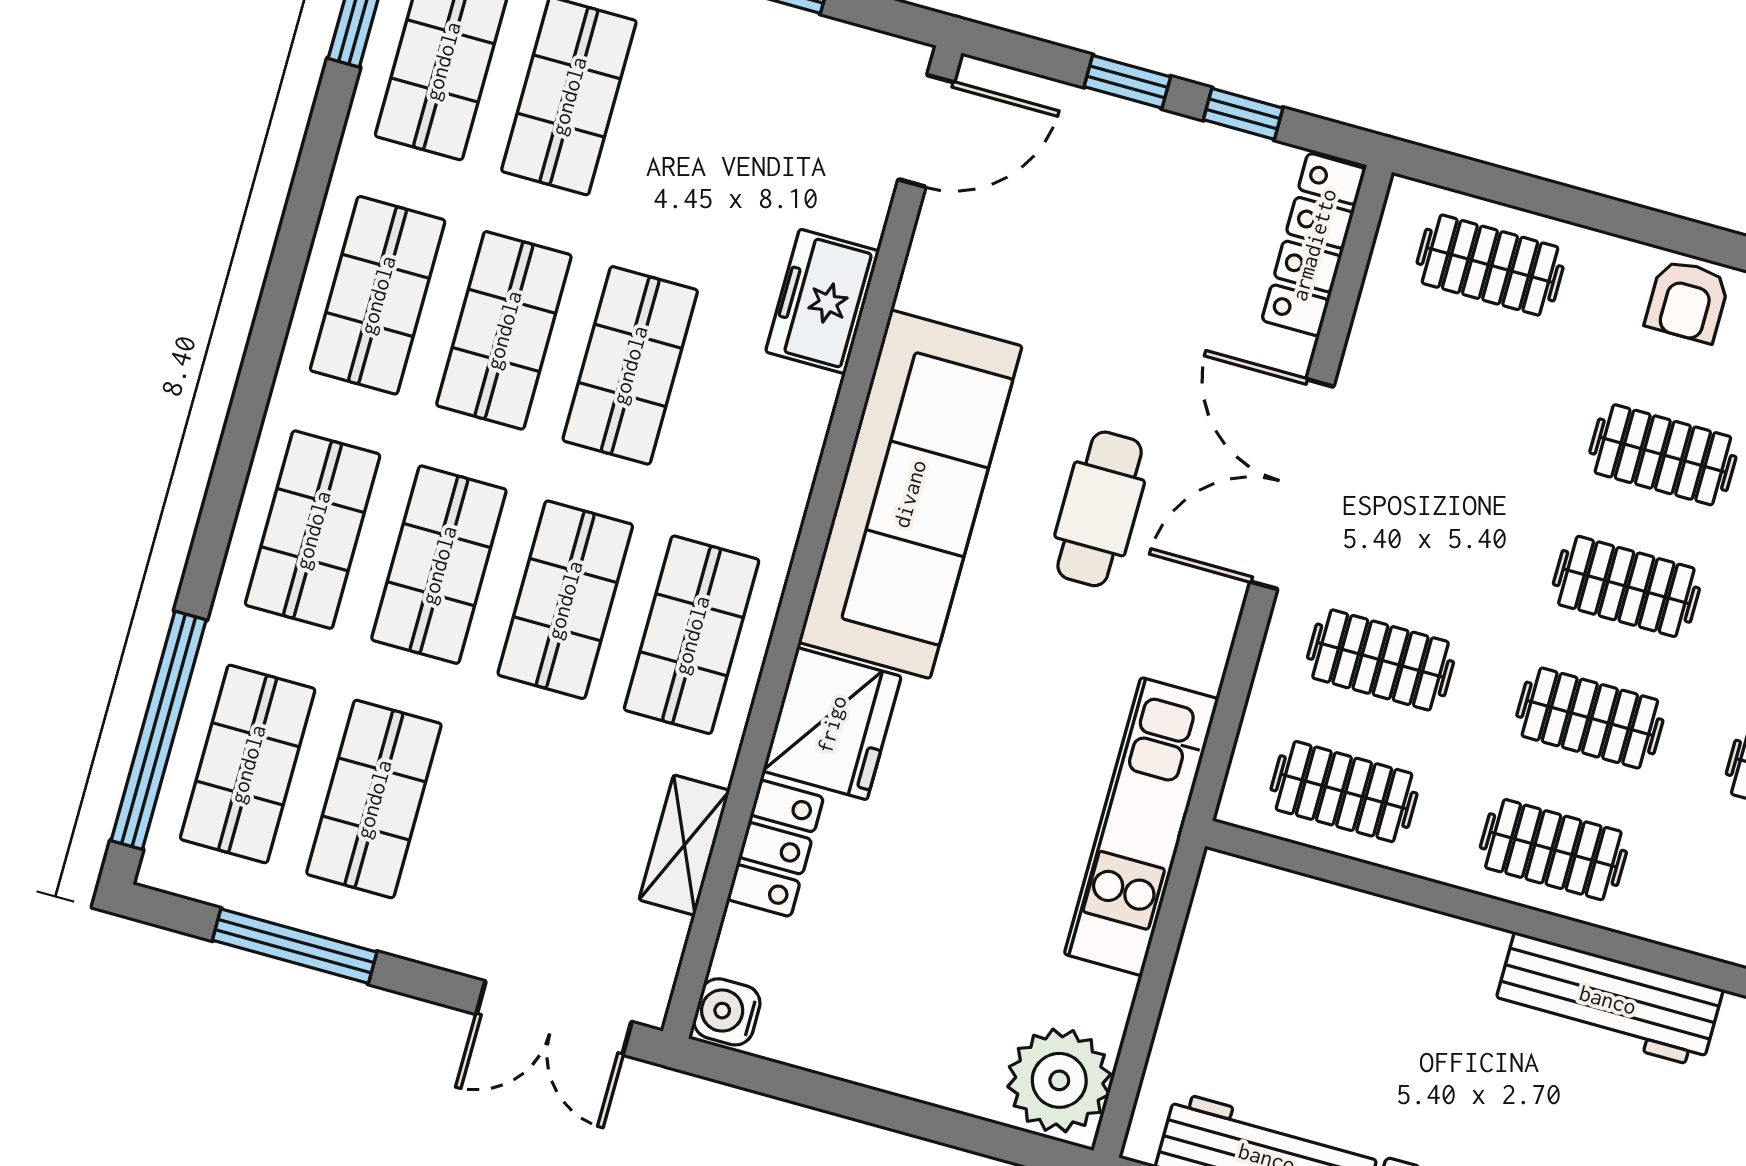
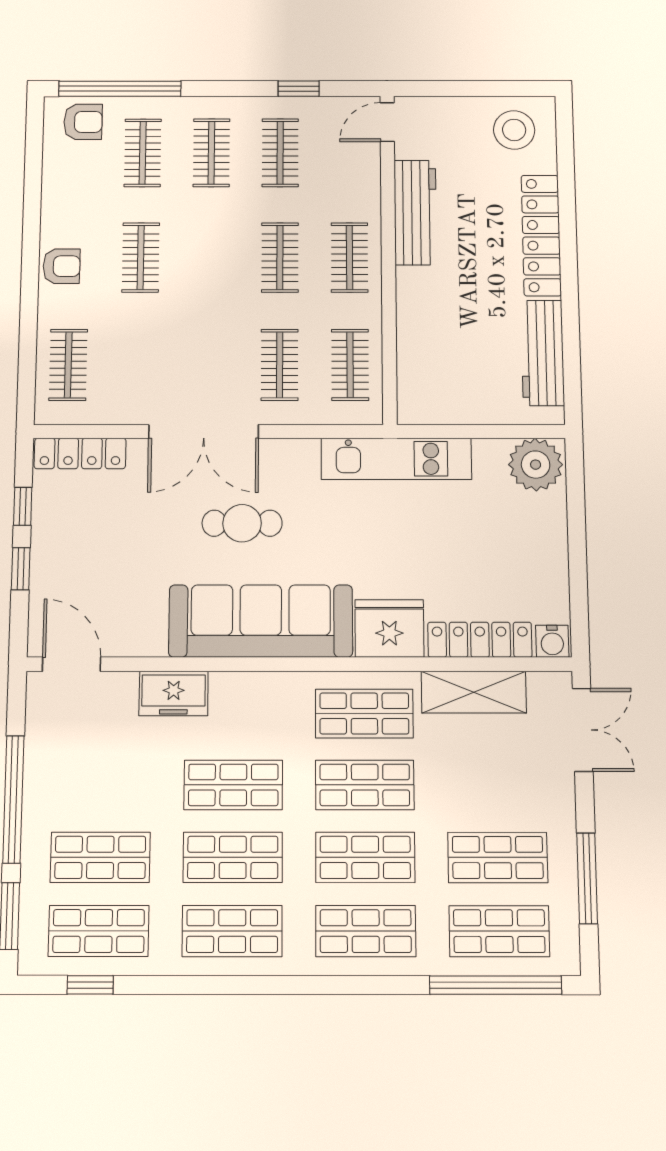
clothes rail: (1626, 586) -> (210, 258), removed
shelving: (684, 845) -> (474, 692), width x1.50, depth x1.33
locker: (775, 848) -> (480, 640), width x1.53

